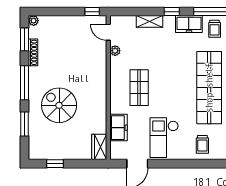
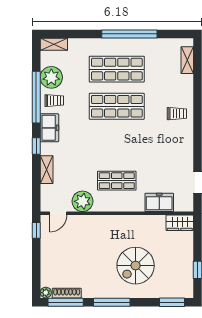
window: (25, 39) -> (66, 302), width x1.44
plant: (115, 51) -> (82, 201), width x1.88, depth x1.88
shoe rack: (33, 52) -> (67, 293), moved
shop shelf: (209, 88) -> (117, 106), width x0.71
window: (25, 124) -> (172, 302), moved
checkout: (164, 138) -> (170, 154), removed

